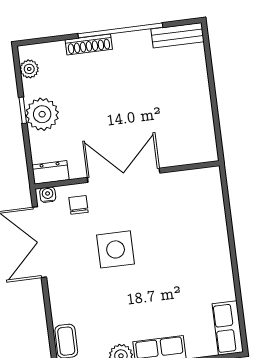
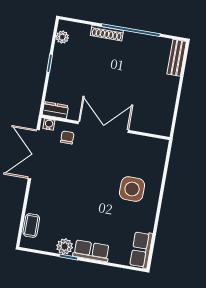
bench: (177, 35) -> (177, 58), moved, turned 90
plant: (42, 114) -> (62, 70), removed
side table: (116, 249) -> (132, 189), moved

